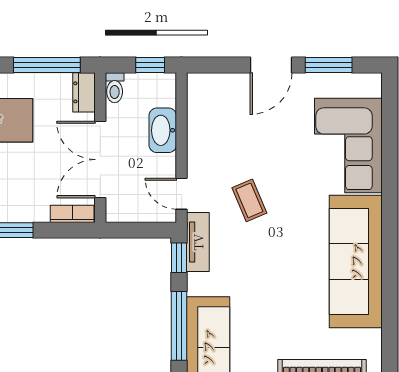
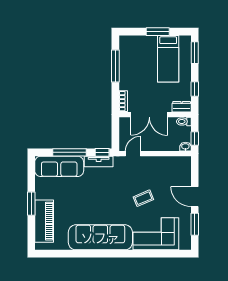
window: (47, 65) -> (195, 89), width x0.46
washbasin: (163, 130) -> (185, 147), moved, width x0.52, depth x0.69
double door: (100, 160) -> (149, 115), swing flipped
coffee table: (249, 200) -> (143, 198), moved
tv unit: (198, 242) -> (99, 161), moved

